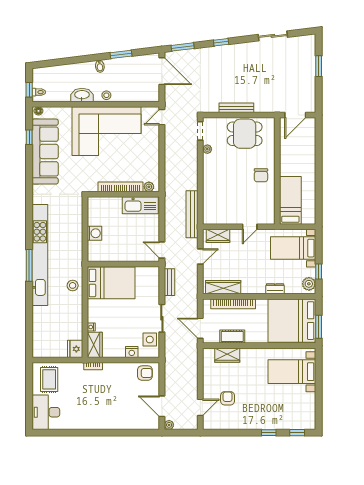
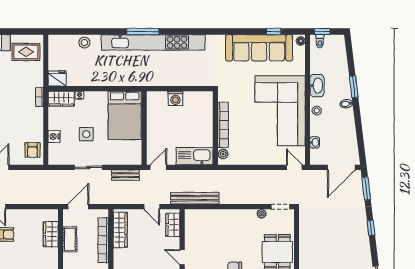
window: (121, 54) -> (354, 87), moved
washbasin: (138, 97) -> (315, 142), added
bench: (236, 108) -> (304, 244), removed
kitchen sink: (140, 205) -> (195, 156), moved, turned 90
stool: (73, 285) -> (84, 43), moved
side table: (150, 340) -> (86, 134), moved

